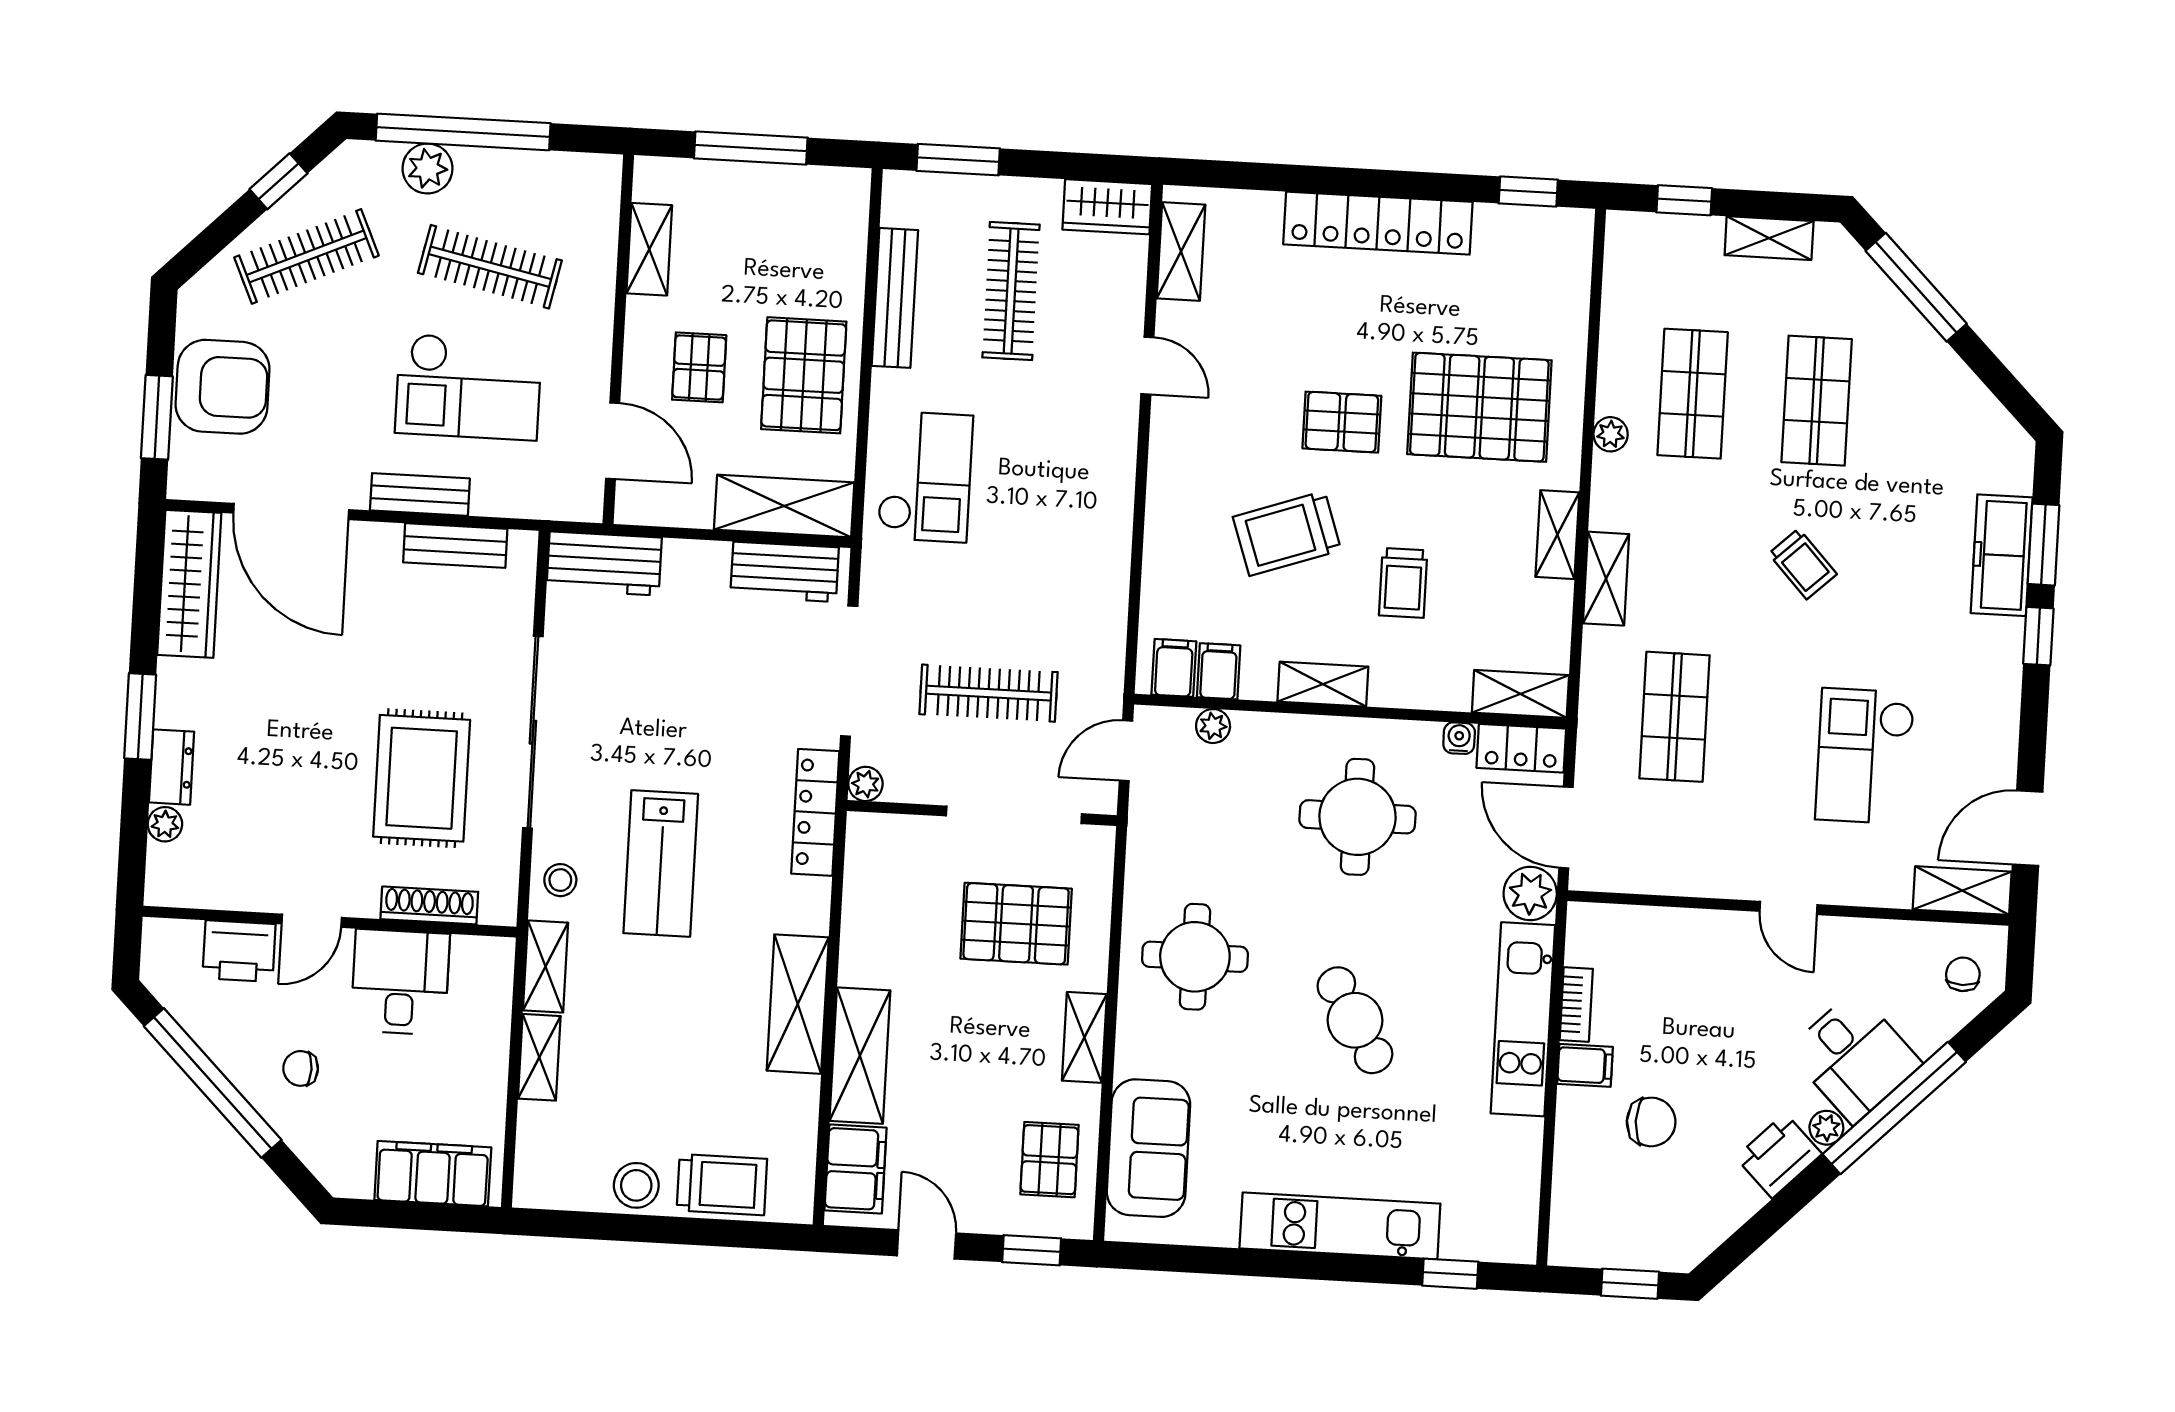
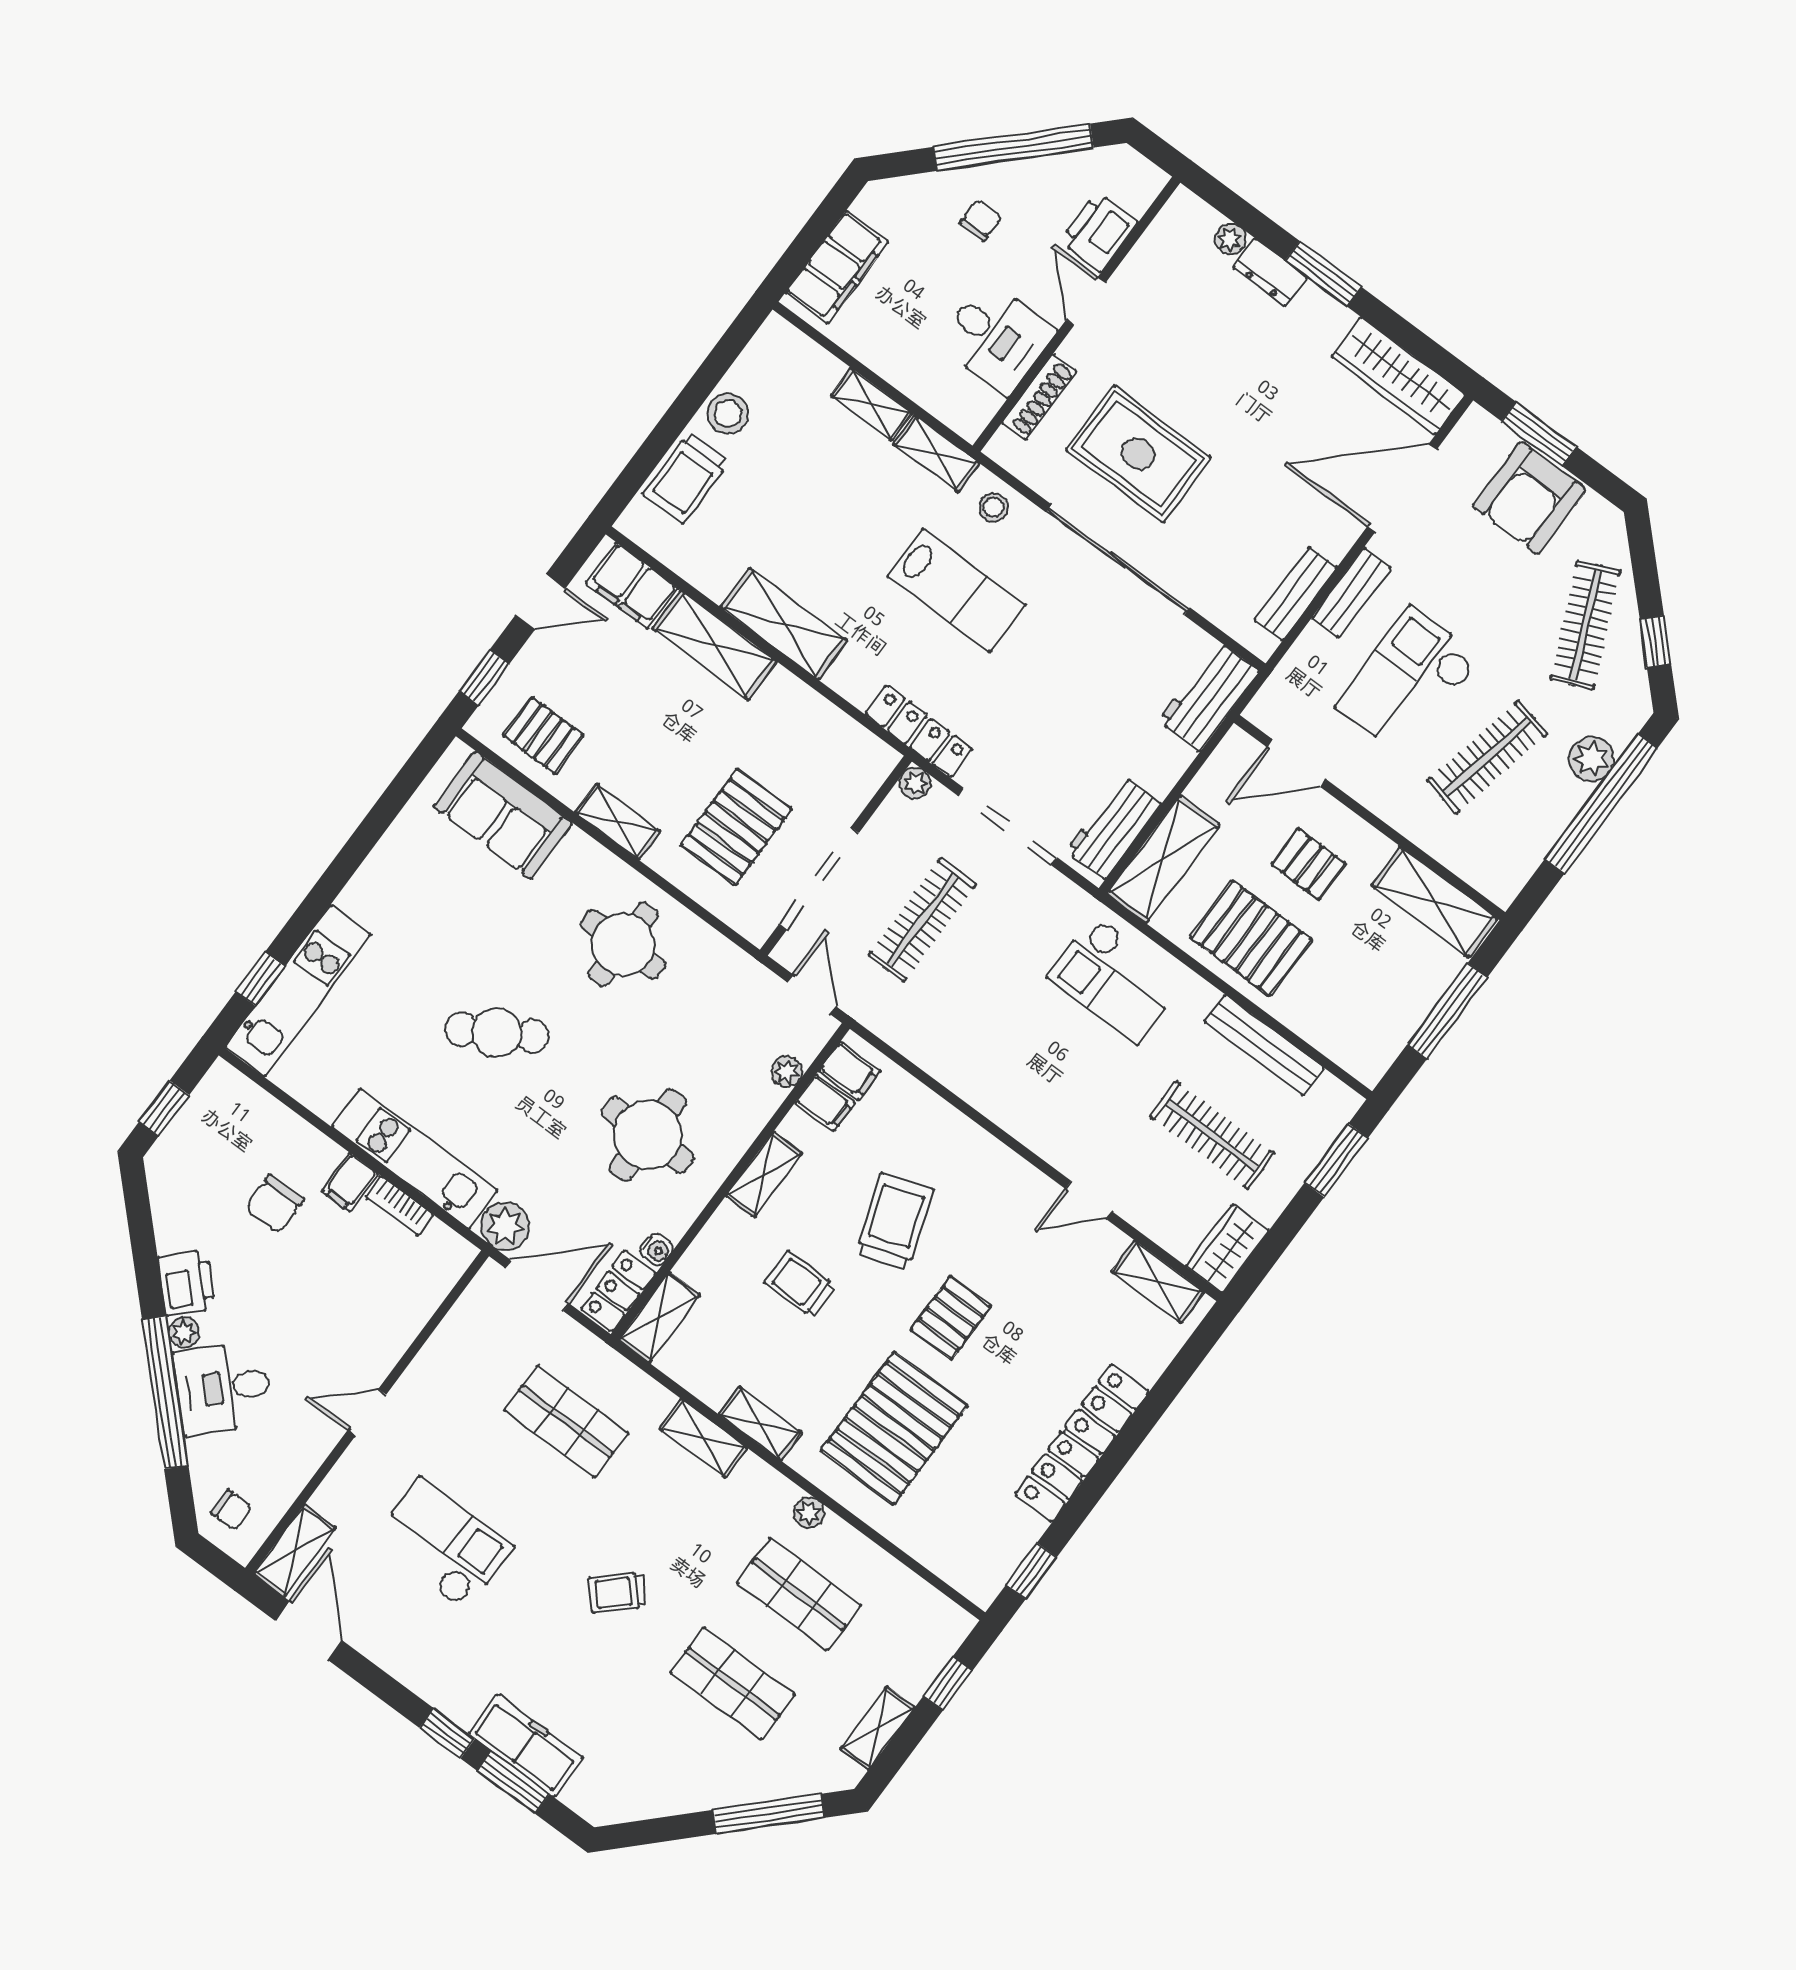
shelving: (649, 249) -> (1434, 902), width x1.50, depth x1.33
lab bench: (661, 864) -> (956, 591), turned 180
kitchen unit: (1340, 1226) -> (298, 991), moved

